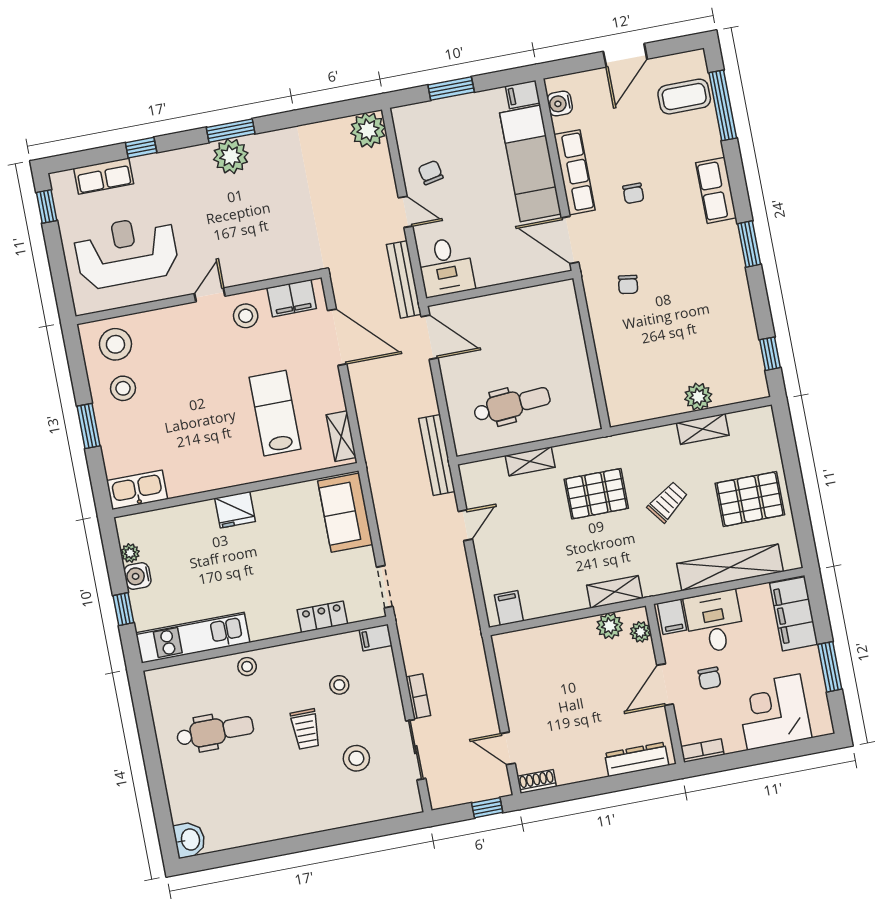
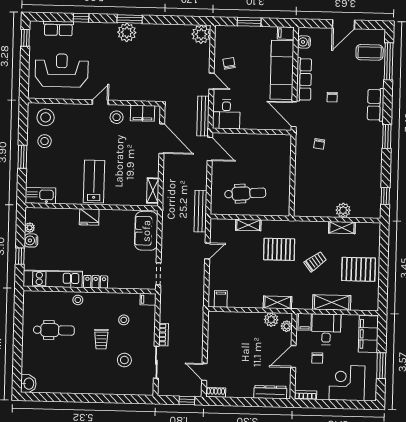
lab bench: (275, 413) -> (94, 181), moved
shelving: (730, 567) -> (332, 302), width x0.68
locker: (322, 617) -> (96, 282), moved

